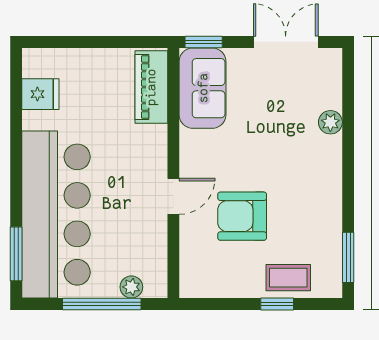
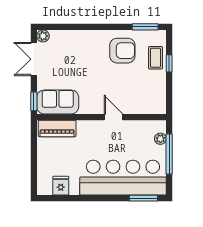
plant: (330, 122) -> (43, 36), moved
armchair: (242, 216) -> (122, 51), moved, turned -90

